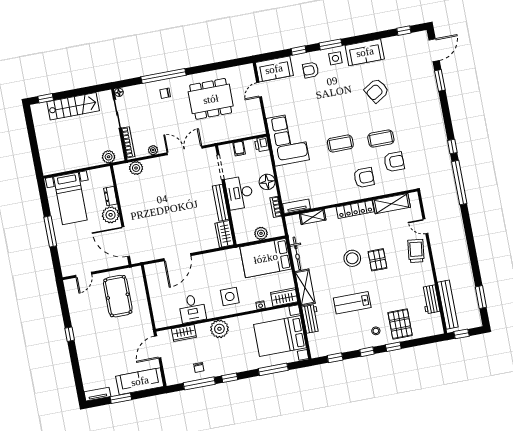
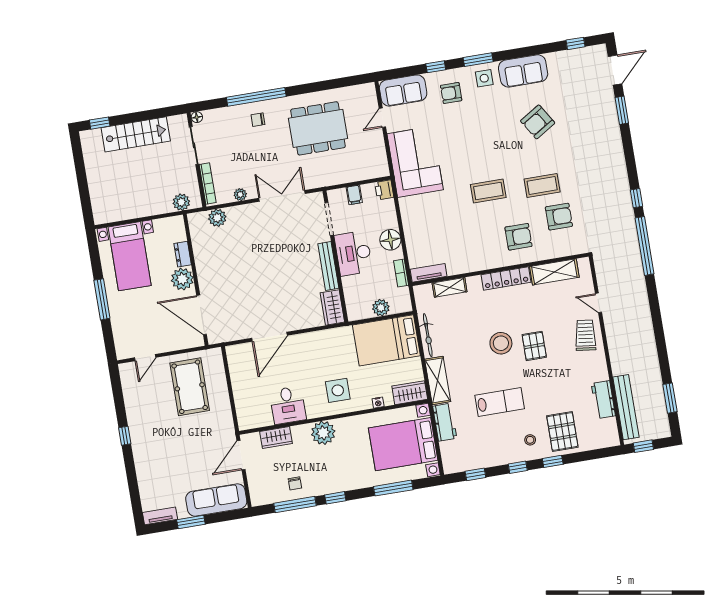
corner sofa: (288, 139) -> (415, 162), moved
lab bench: (352, 303) -> (500, 402), turned 180

